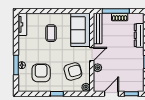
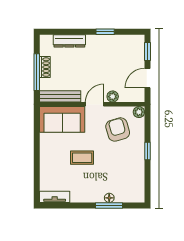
coffee table: (51, 33) -> (82, 158), moved
door: (92, 54) -> (95, 104), hinge flipped
armchair: (41, 73) -> (120, 172), removed
door: (111, 94) -> (147, 78), hinge flipped

